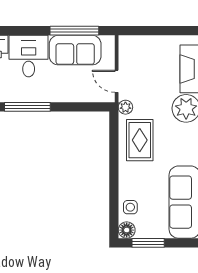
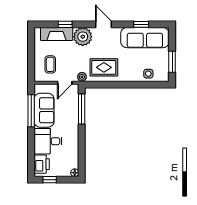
coffee table: (144, 59) -> (50, 64), added
window: (27, 107) -> (82, 109), moved
floor lamp: (127, 230) -> (163, 76), removed

